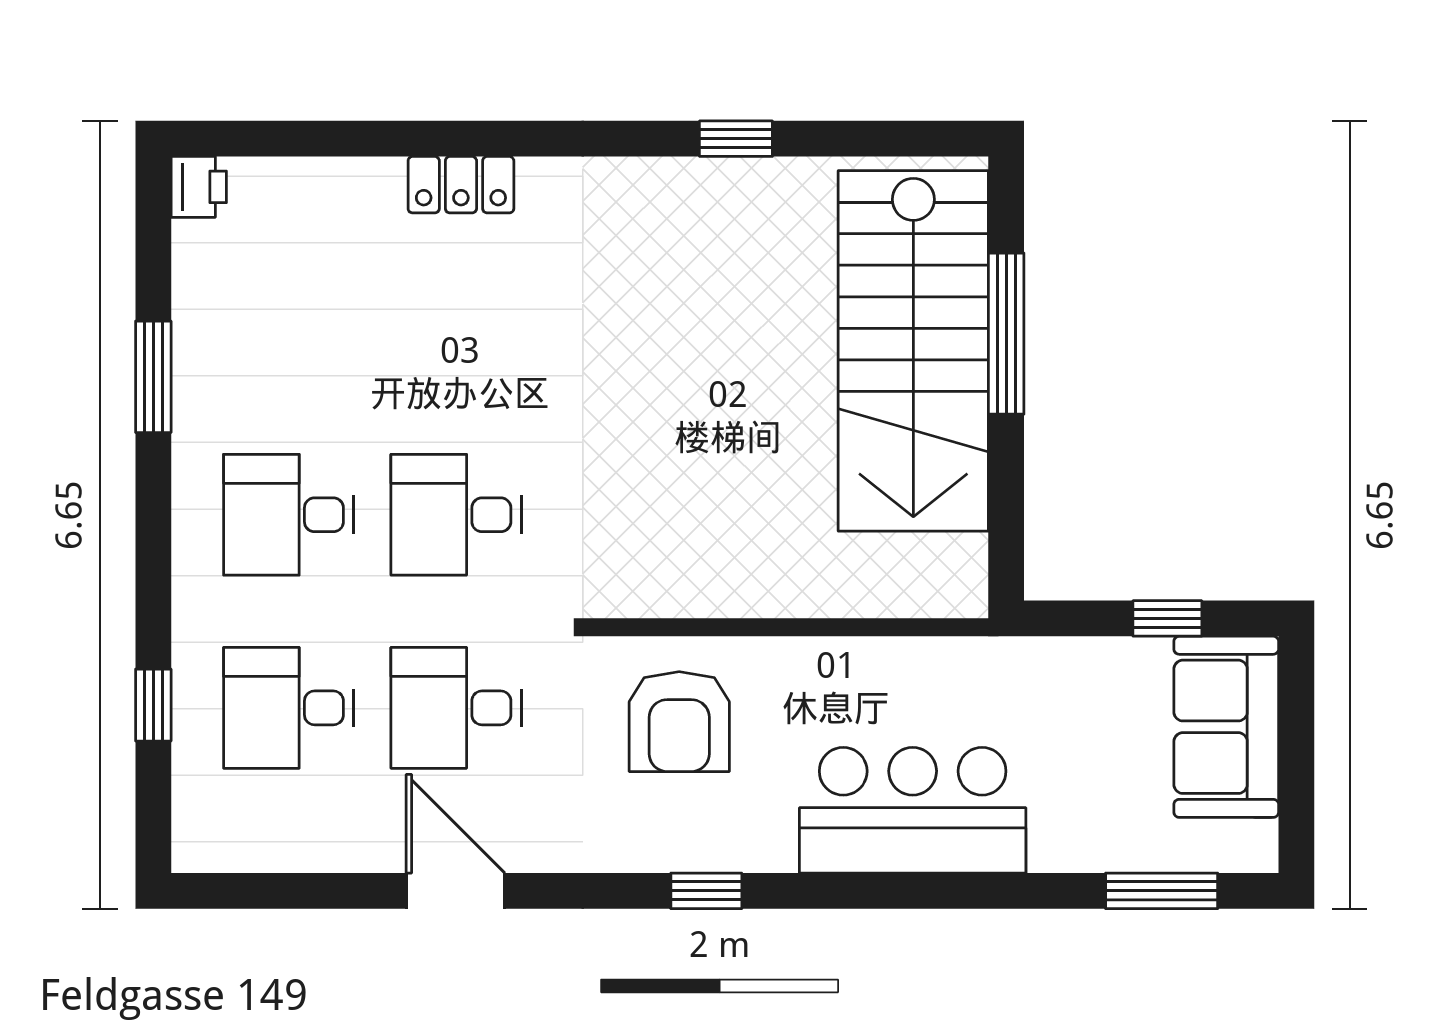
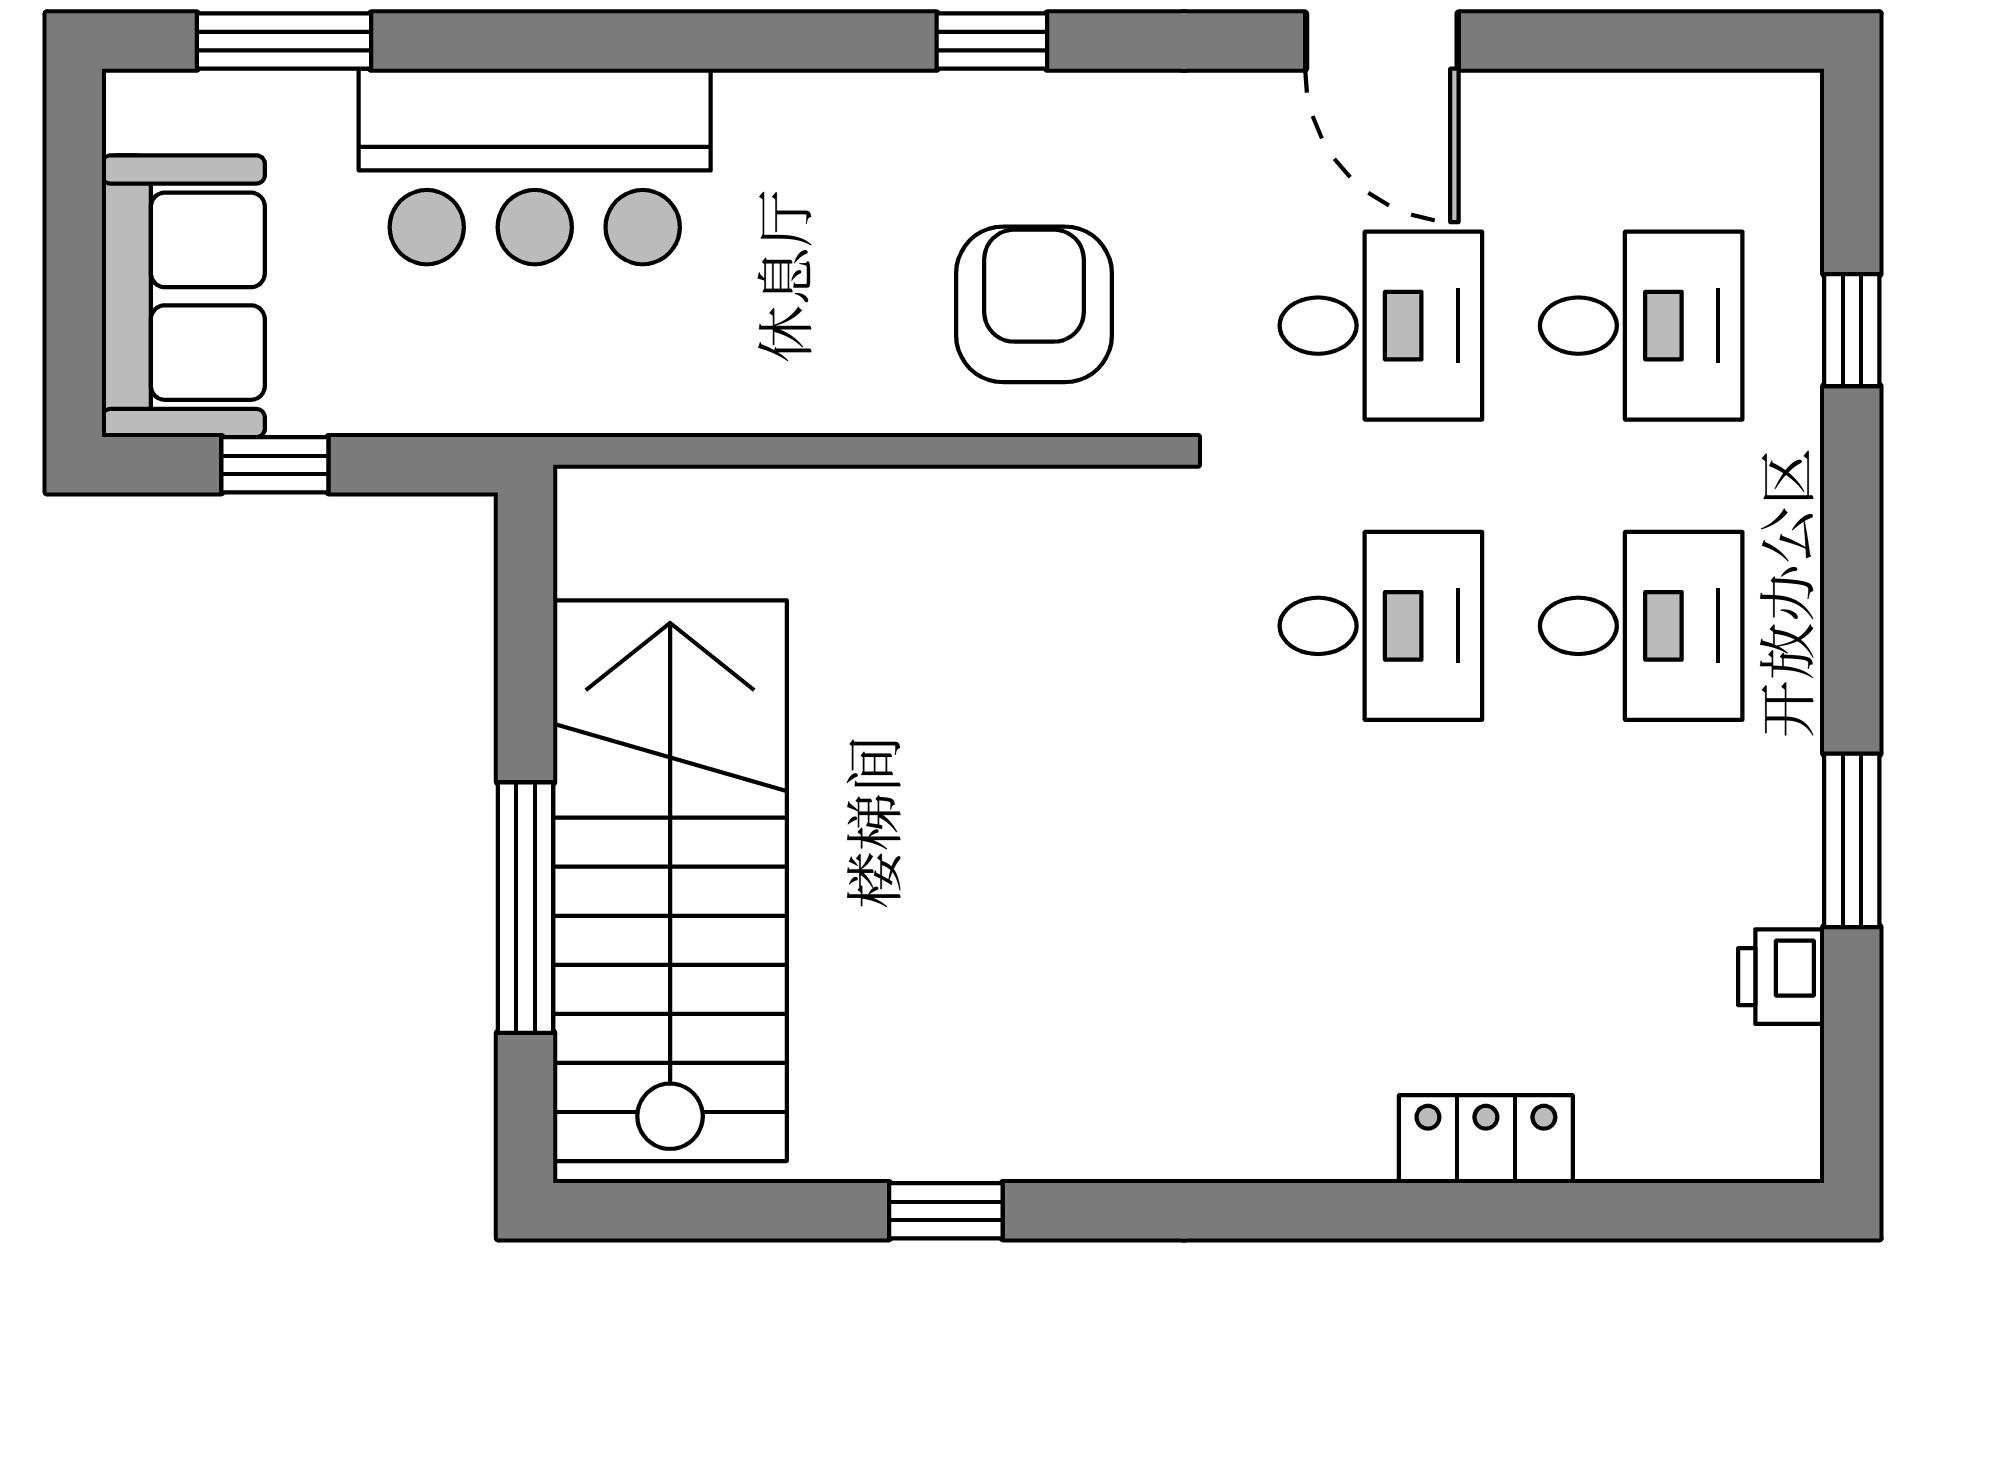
locker: (461, 185) -> (1486, 1139), moved
printer: (199, 187) -> (1781, 977), moved
bar counter: (913, 810) -> (535, 166), moved

